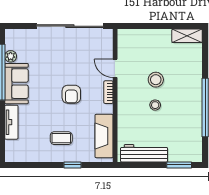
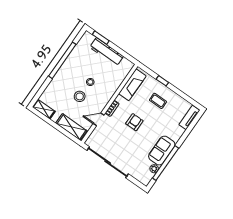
shelving: (140, 37) -> (71, 127), added
door: (115, 68) -> (99, 119), swing flipped
tv unit: (11, 122) -> (189, 117), moved
workbench: (144, 153) -> (107, 52), moved

